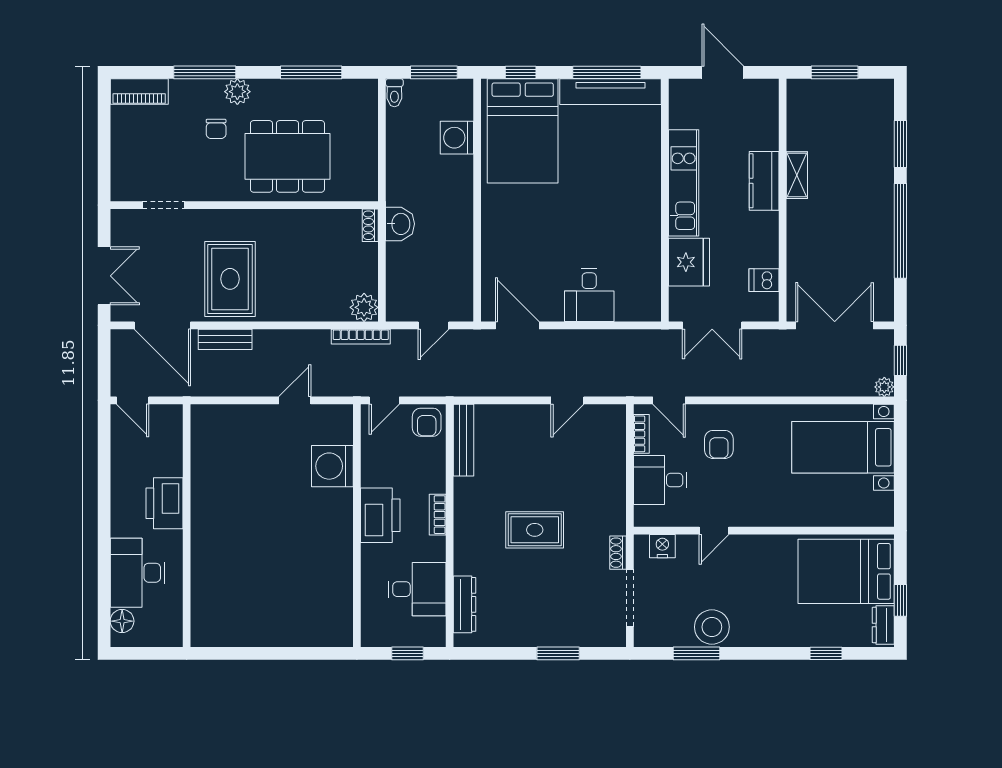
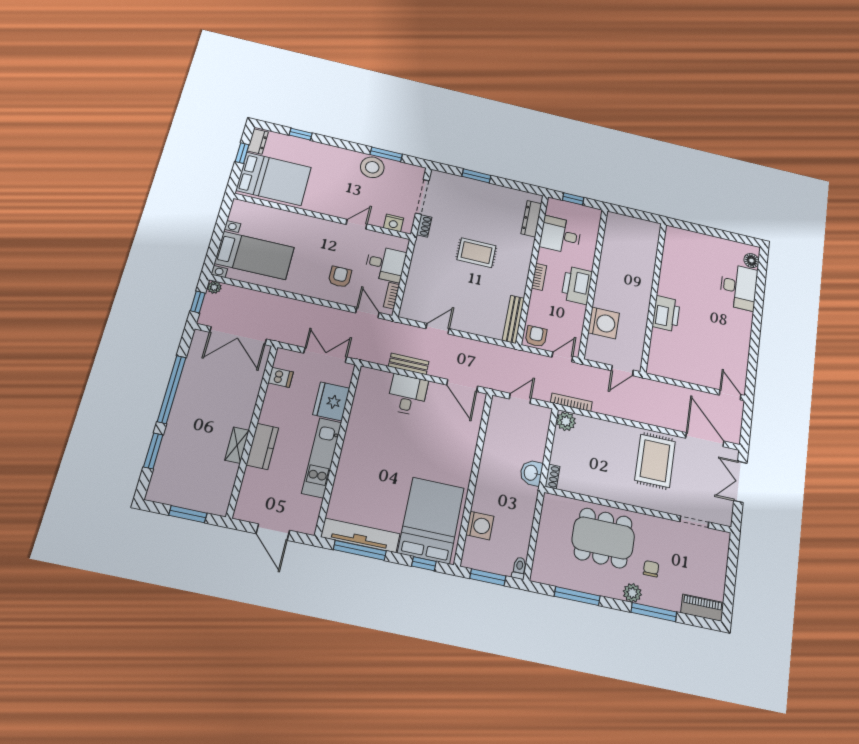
bench: (225, 339) -> (409, 364), moved
printer: (165, 503) -> (666, 314), moved
wall: (187, 526) -> (654, 296), moved

